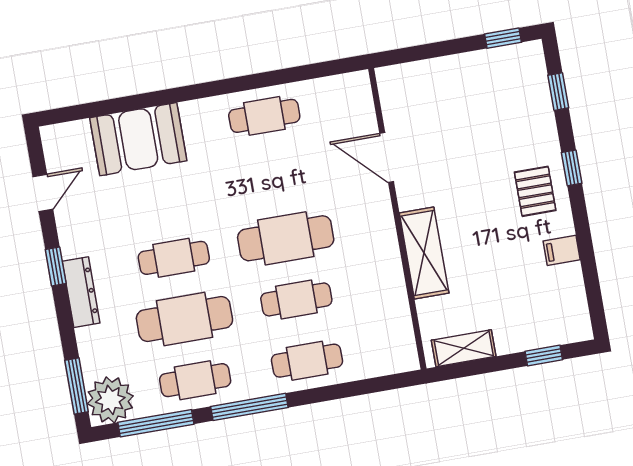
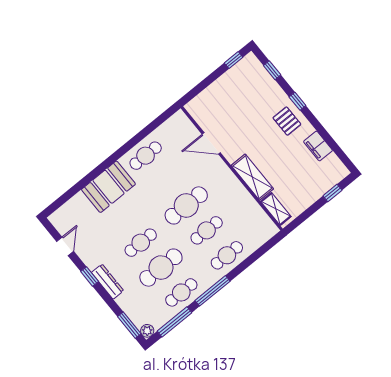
booth: (138, 139) -> (108, 187), moved
filing cabinet: (562, 250) -> (318, 146), width x2.00
shelving: (464, 348) -> (276, 209), moved, turned 90
plant: (110, 400) -> (147, 331), width x0.53, depth x0.53

